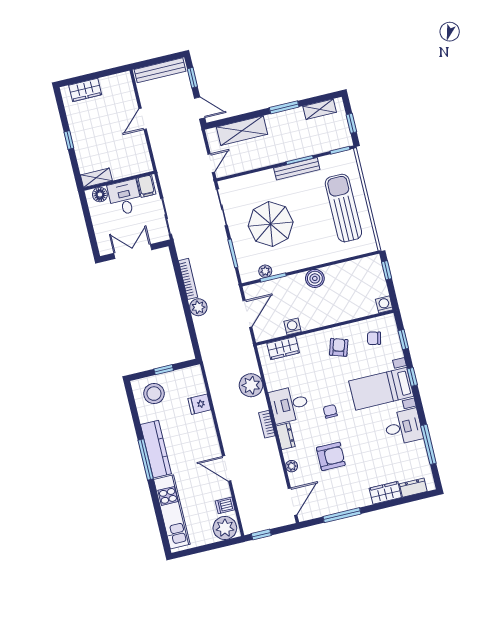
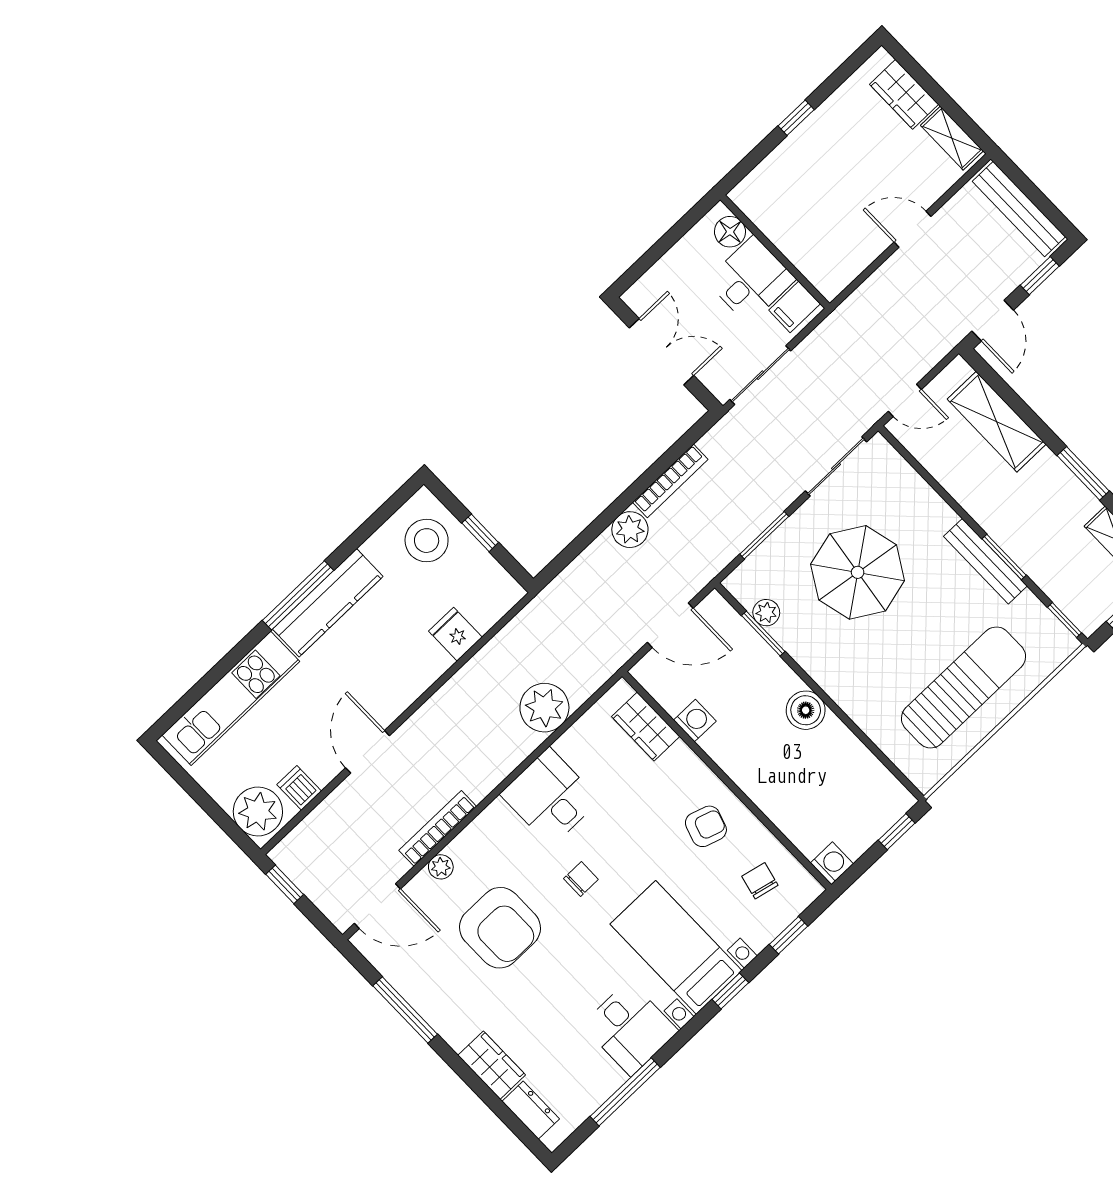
shelving: (96, 178) -> (952, 138), moved
bookcase: (267, 424) -> (438, 828), moved, width x1.56
dresser: (286, 436) -> (489, 824), removed
armchair: (331, 456) -> (500, 928), width x1.36, depth x1.36

